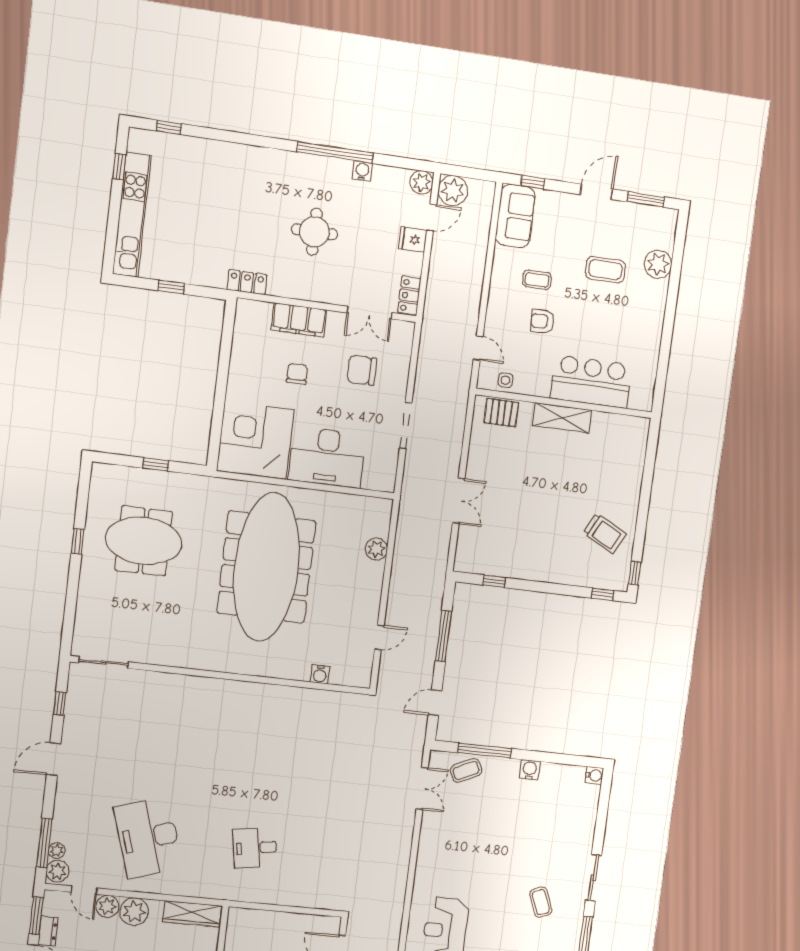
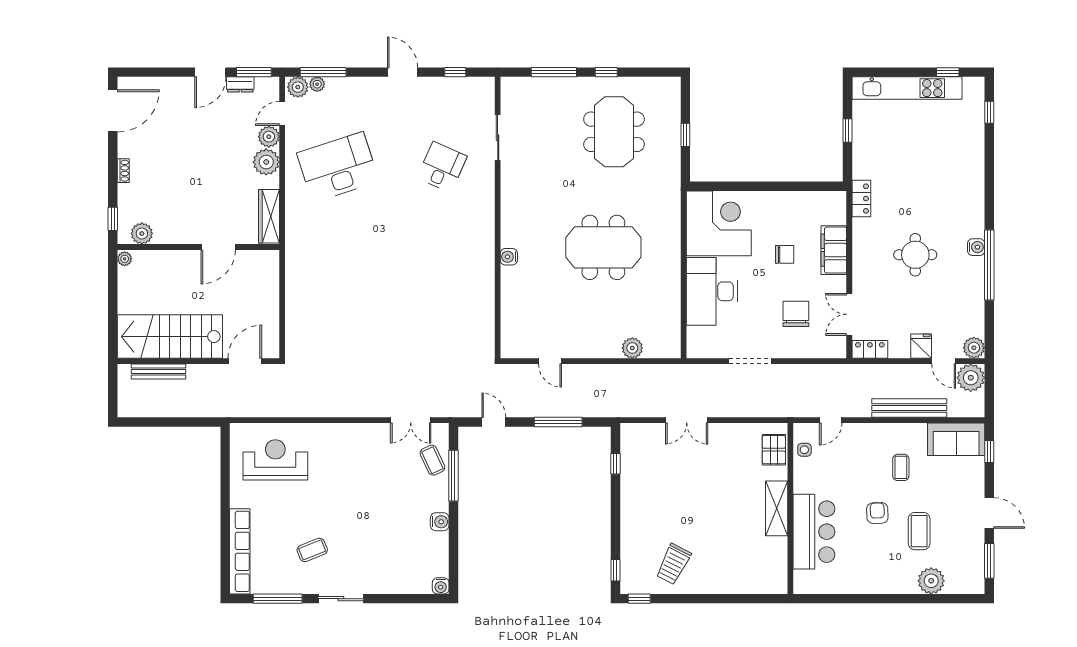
water cooler: (362, 171) -> (976, 247), moved
bench: (476, 262) -> (909, 408), added
armchair: (542, 321) -> (877, 513), moved
meeting table: (266, 567) -> (603, 247), width x0.54, depth x0.79
window: (71, 598) -> (554, 72), added
sliding door: (104, 662) -> (498, 138), moved
water cooler: (320, 674) -> (509, 257), moved
desk: (255, 848) -> (442, 167), moved, turned 33

